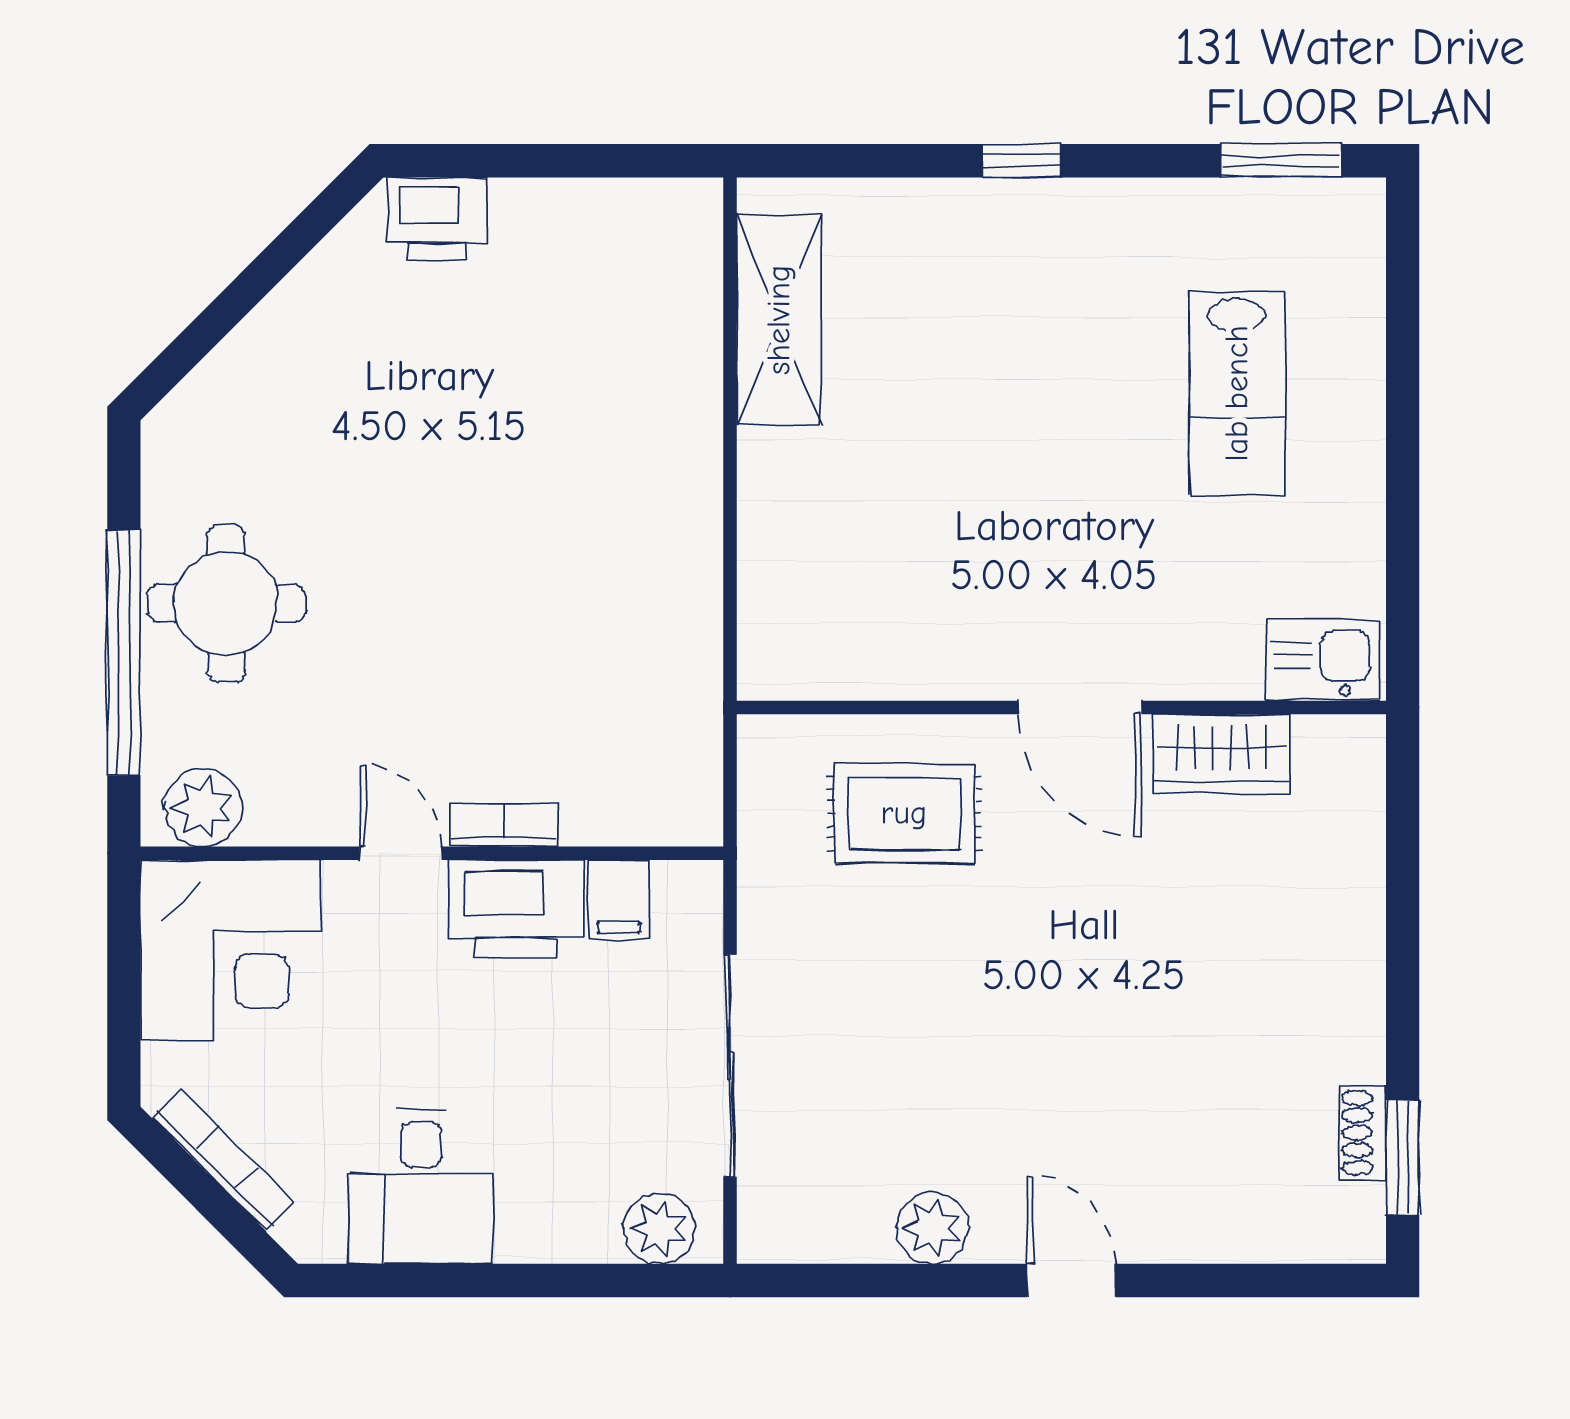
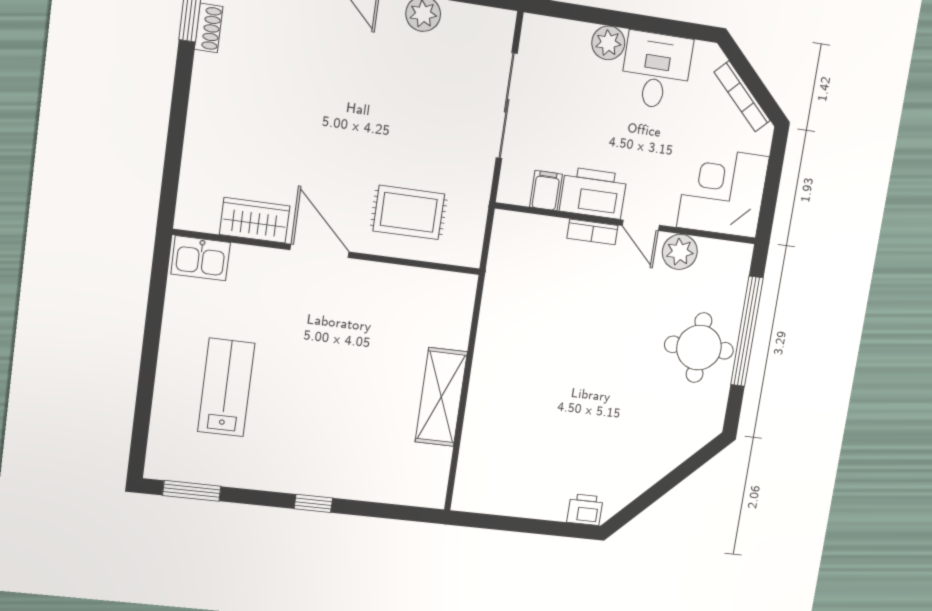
printer: (437, 219) -> (585, 510), width x0.73, depth x0.81
shelving: (779, 320) -> (441, 397), moved
plant: (203, 808) -> (680, 252), moved
plant: (659, 1228) -> (608, 43), moved

